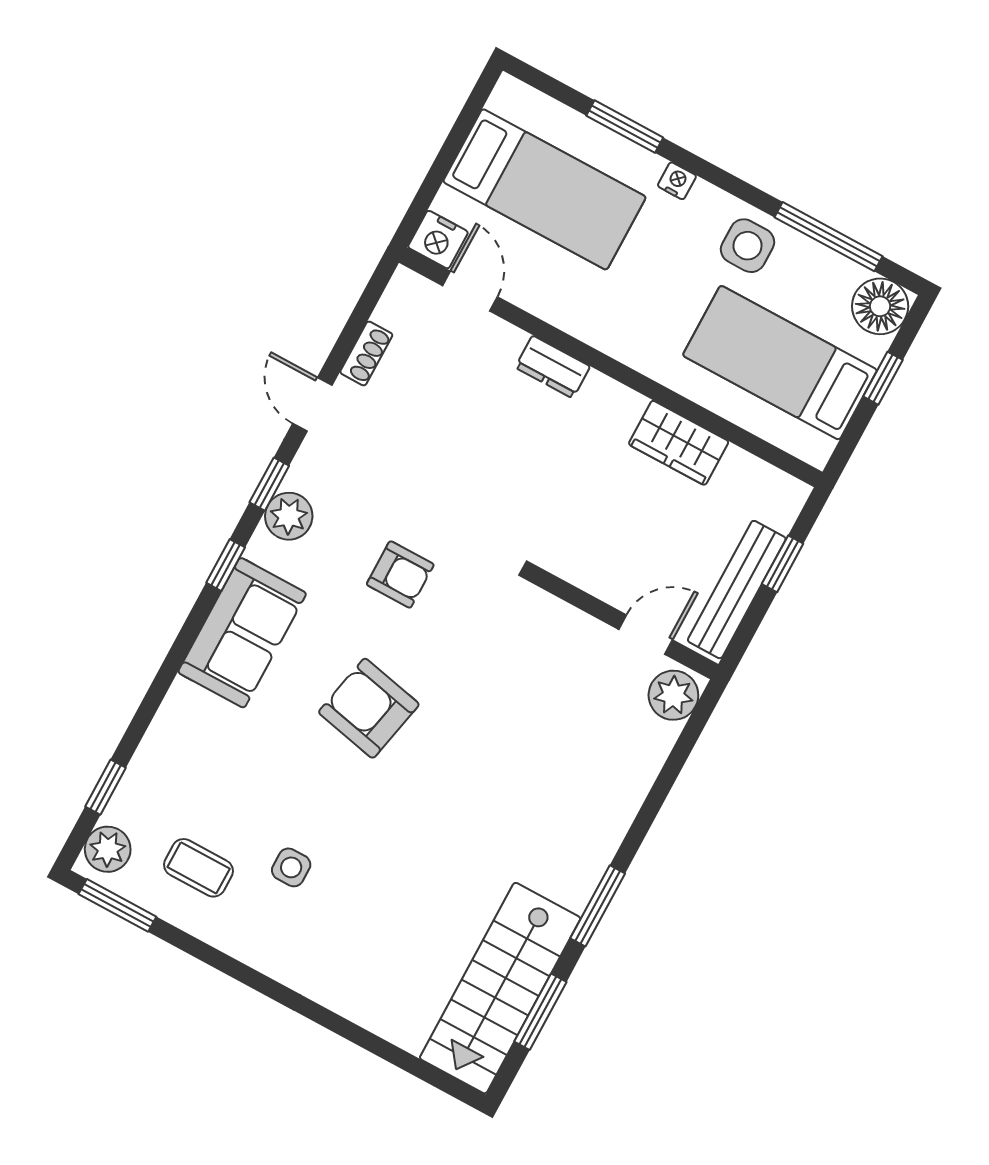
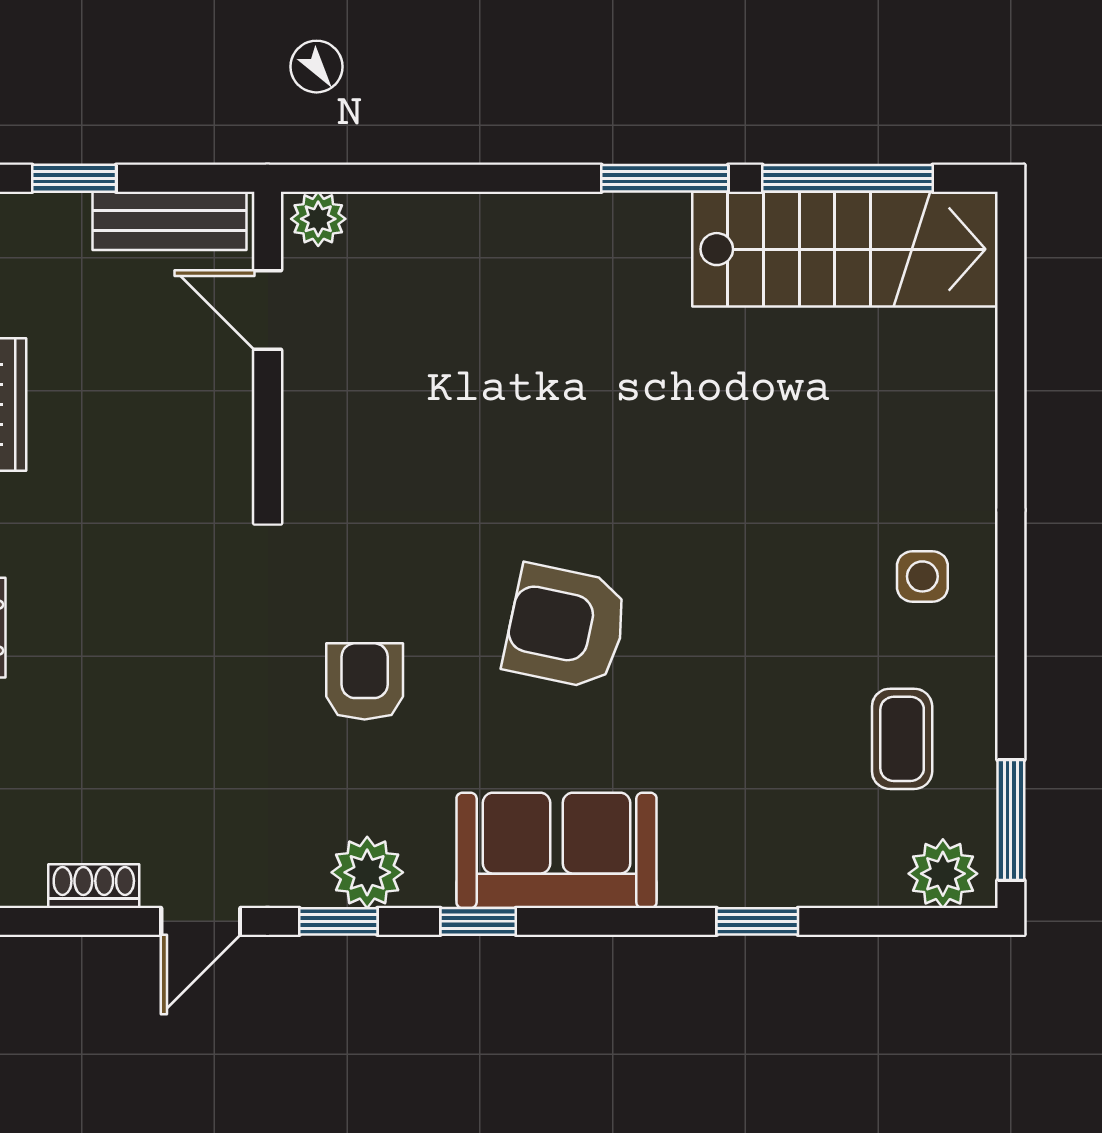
bench: (737, 590) -> (169, 221), width x0.73
plant: (673, 695) -> (318, 219), width x0.73, depth x0.73
armchair: (369, 708) -> (566, 627), turned 90
window: (105, 787) -> (757, 921), moved
side table: (291, 867) -> (922, 576), moved
window: (540, 1012) -> (847, 178), width x1.44

